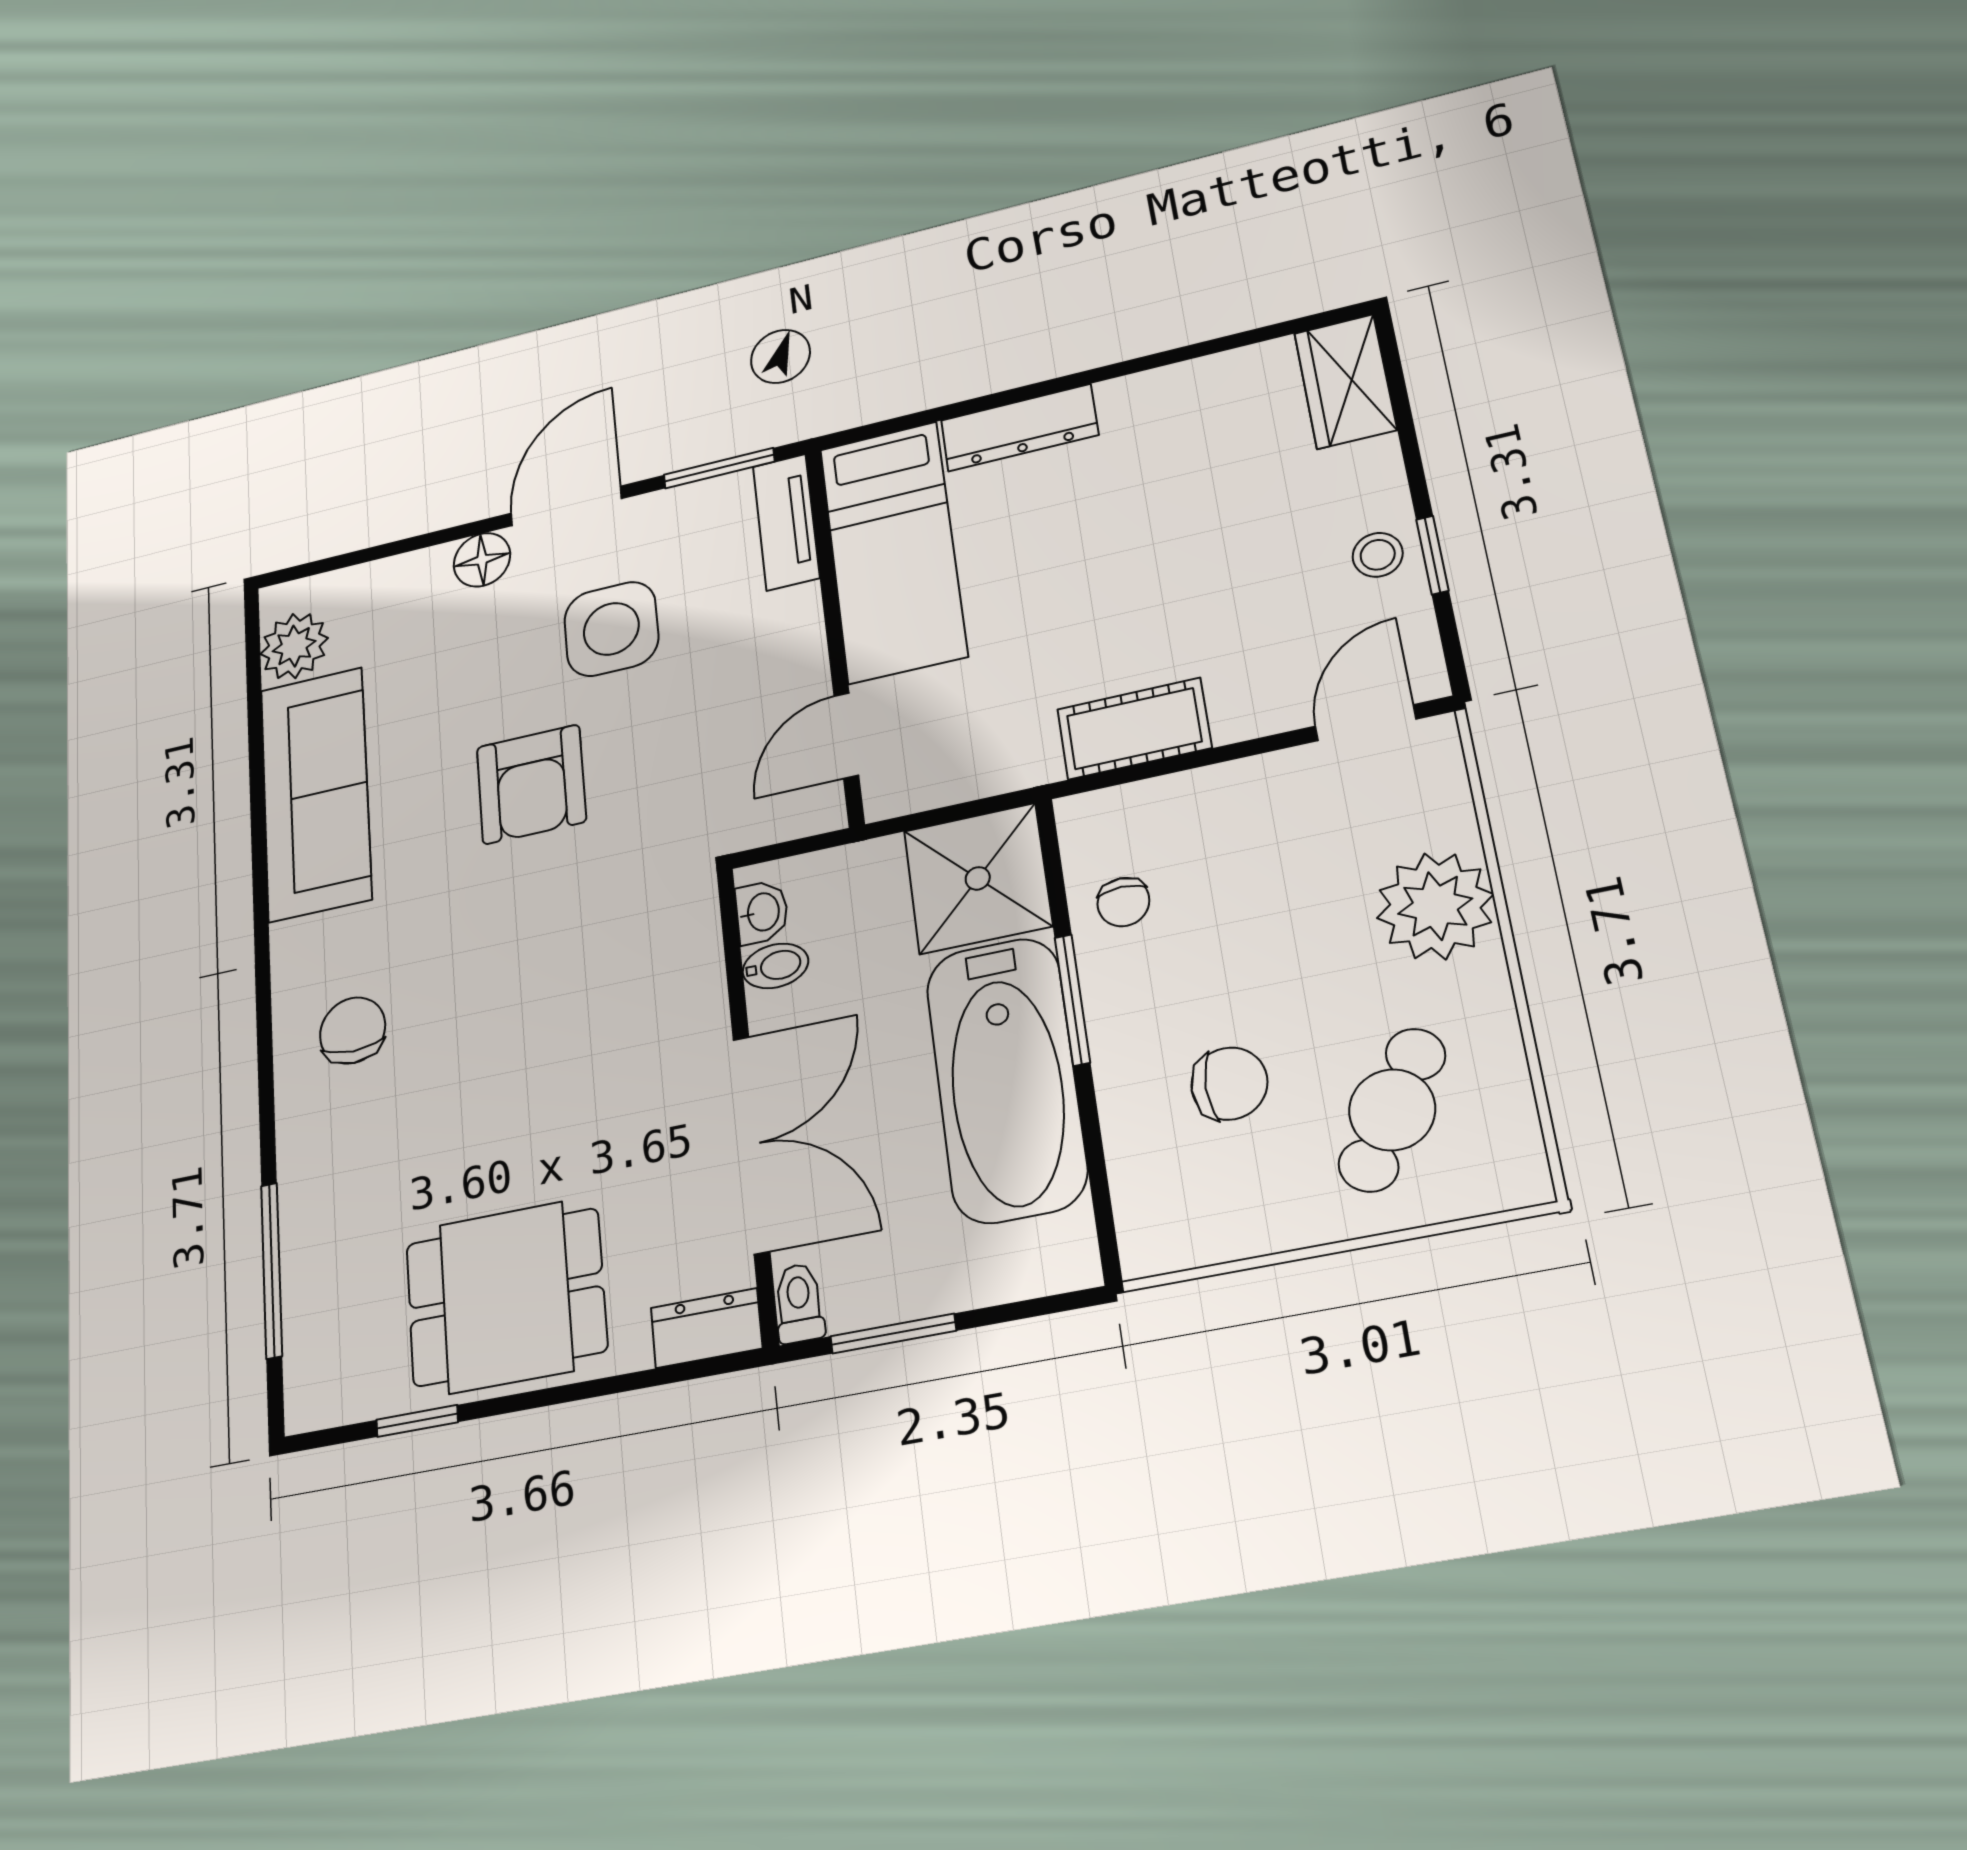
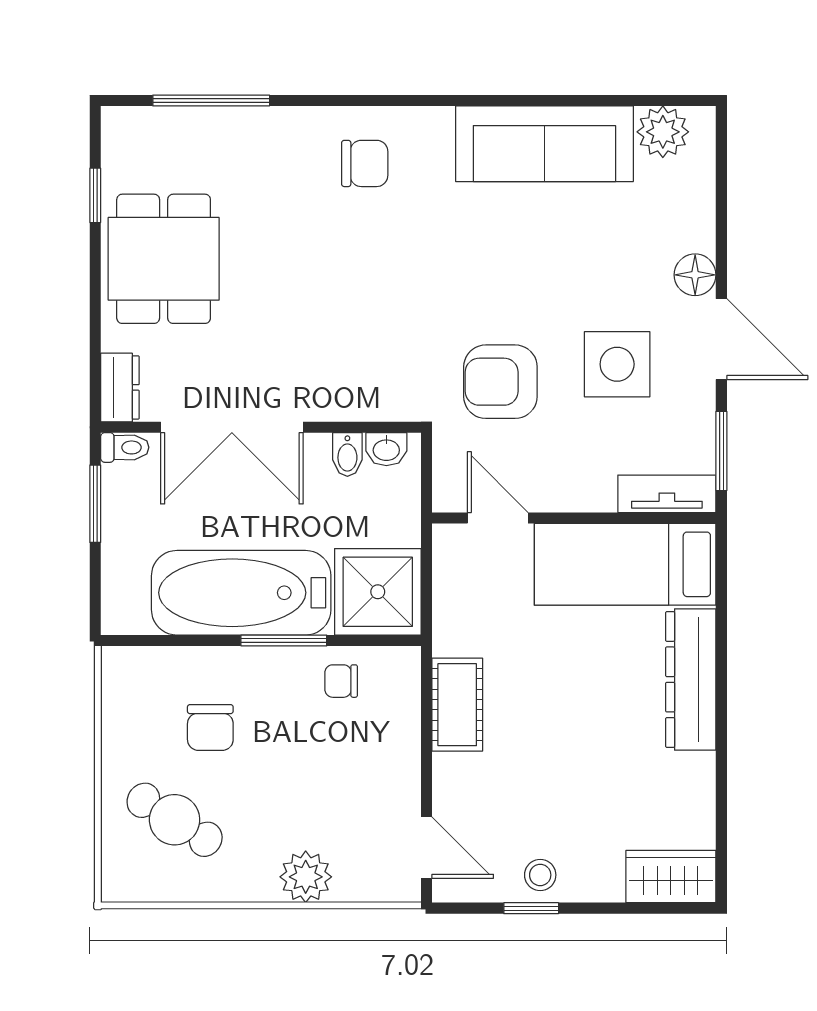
dresser: (1019, 428) -> (691, 679), width x1.37, depth x1.24
armchair: (531, 784) -> (500, 382), moved
plant: (1435, 906) -> (306, 877), width x0.73, depth x0.73

